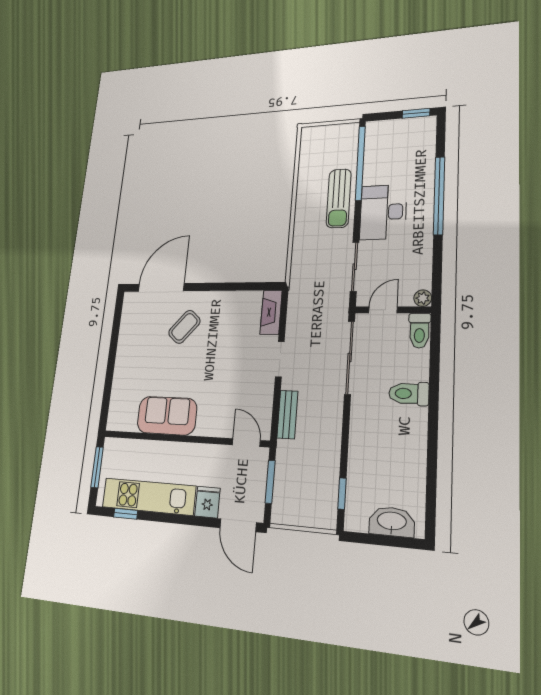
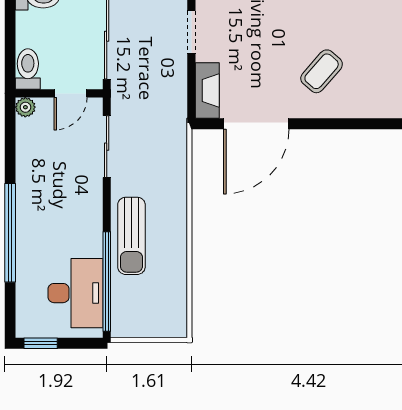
sun lounger: (339, 198) -> (131, 236), turned 180
desk: (383, 212) -> (75, 293), moved
door: (161, 287) -> (256, 124), moved

